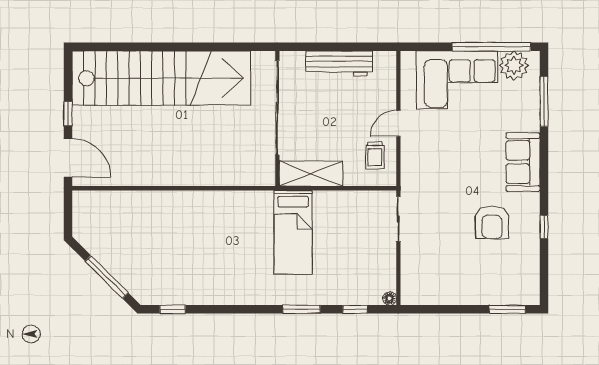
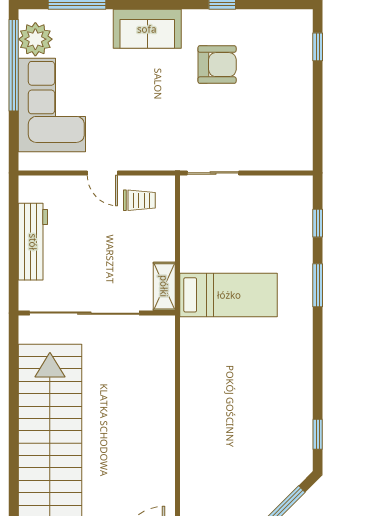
shelving: (311, 174) -> (164, 286), width x0.67, depth x0.75
floor lamp: (390, 298) -> (305, 183), removed
window: (507, 309) -> (318, 47), width x0.67

